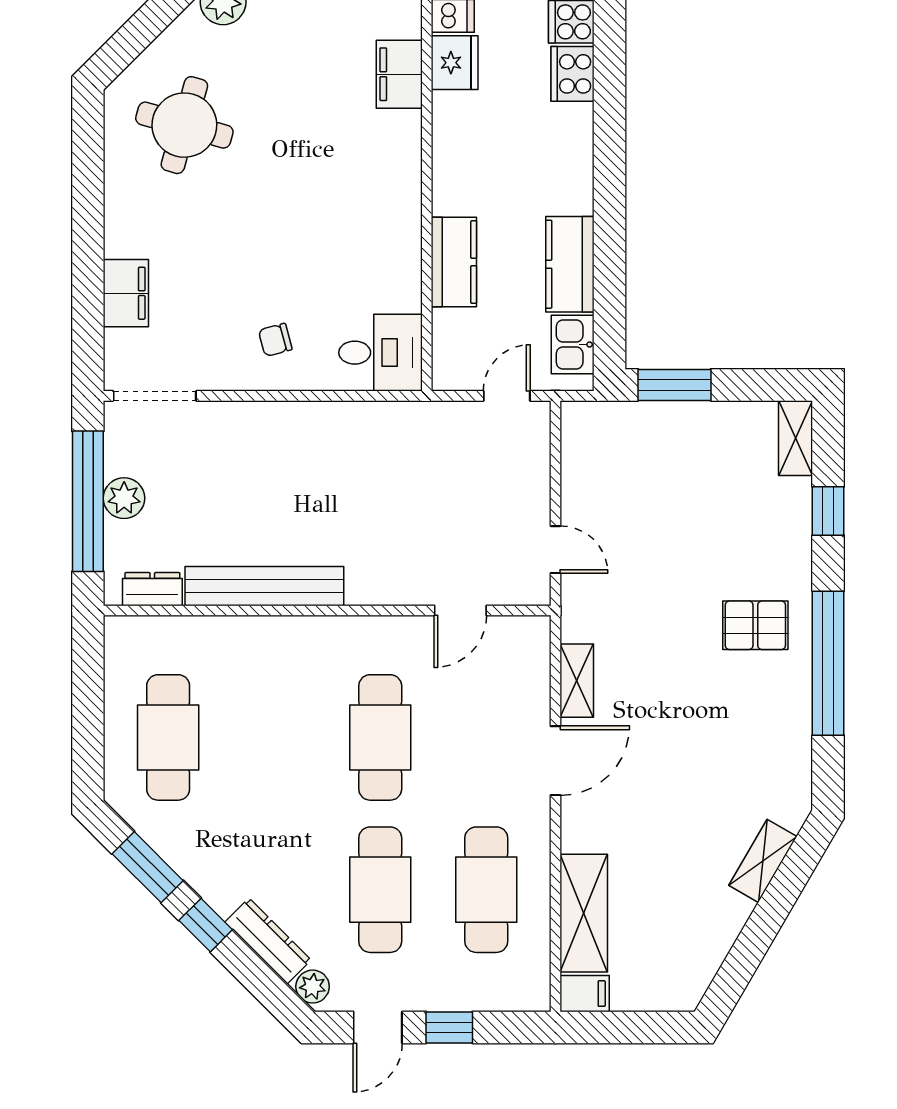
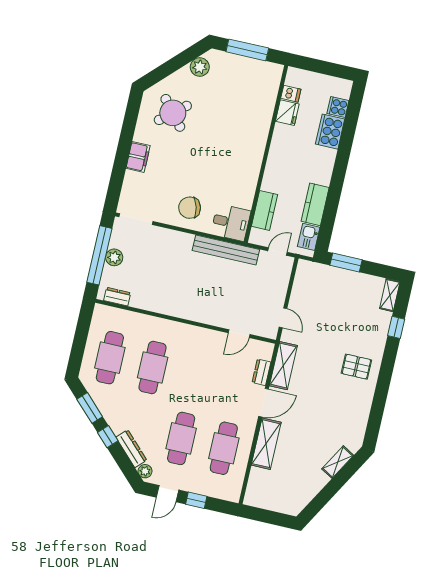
filing cabinet: (399, 74) -> (264, 112), removed
cooker: (573, 74) -> (330, 132), width x1.37, depth x1.31
round table: (184, 125) -> (173, 113), turned 34
kitchen counter: (454, 262) -> (265, 210), moved
filing cabinet: (126, 293) -> (138, 157), moved
chair: (275, 340) -> (190, 208), width x1.87, depth x1.87
bench: (264, 586) -> (226, 250), moved
window: (828, 663) -> (382, 389), removed
shelving: (577, 681) -> (283, 366), width x1.50, depth x1.33
dresser: (534, 690) -> (261, 372), added
cafe table: (380, 737) -> (153, 367), moved
shelving: (584, 913) -> (266, 444), moved
filing cabinet: (585, 994) -> (254, 499), removed

